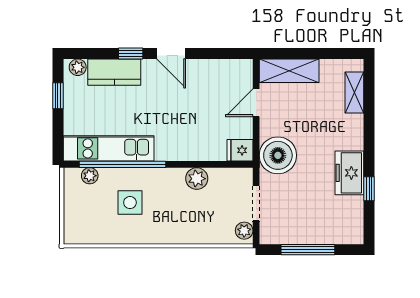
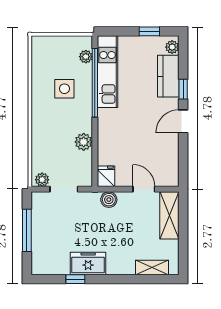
boiler: (278, 155) -> (109, 200), width x0.54, depth x0.54

